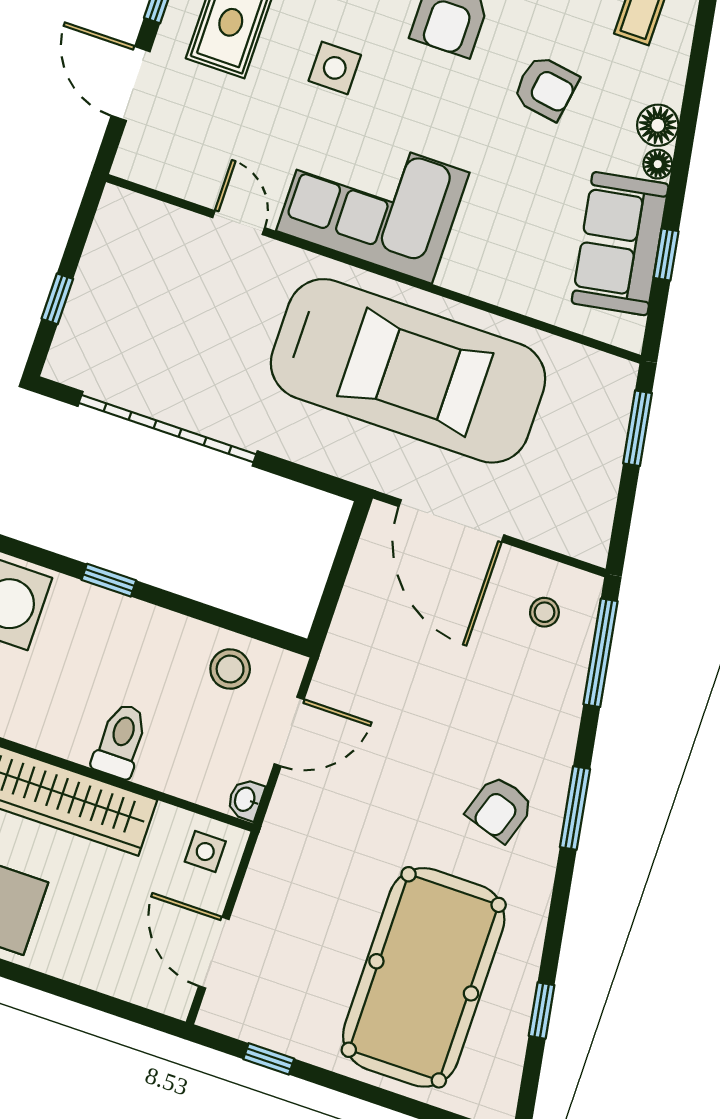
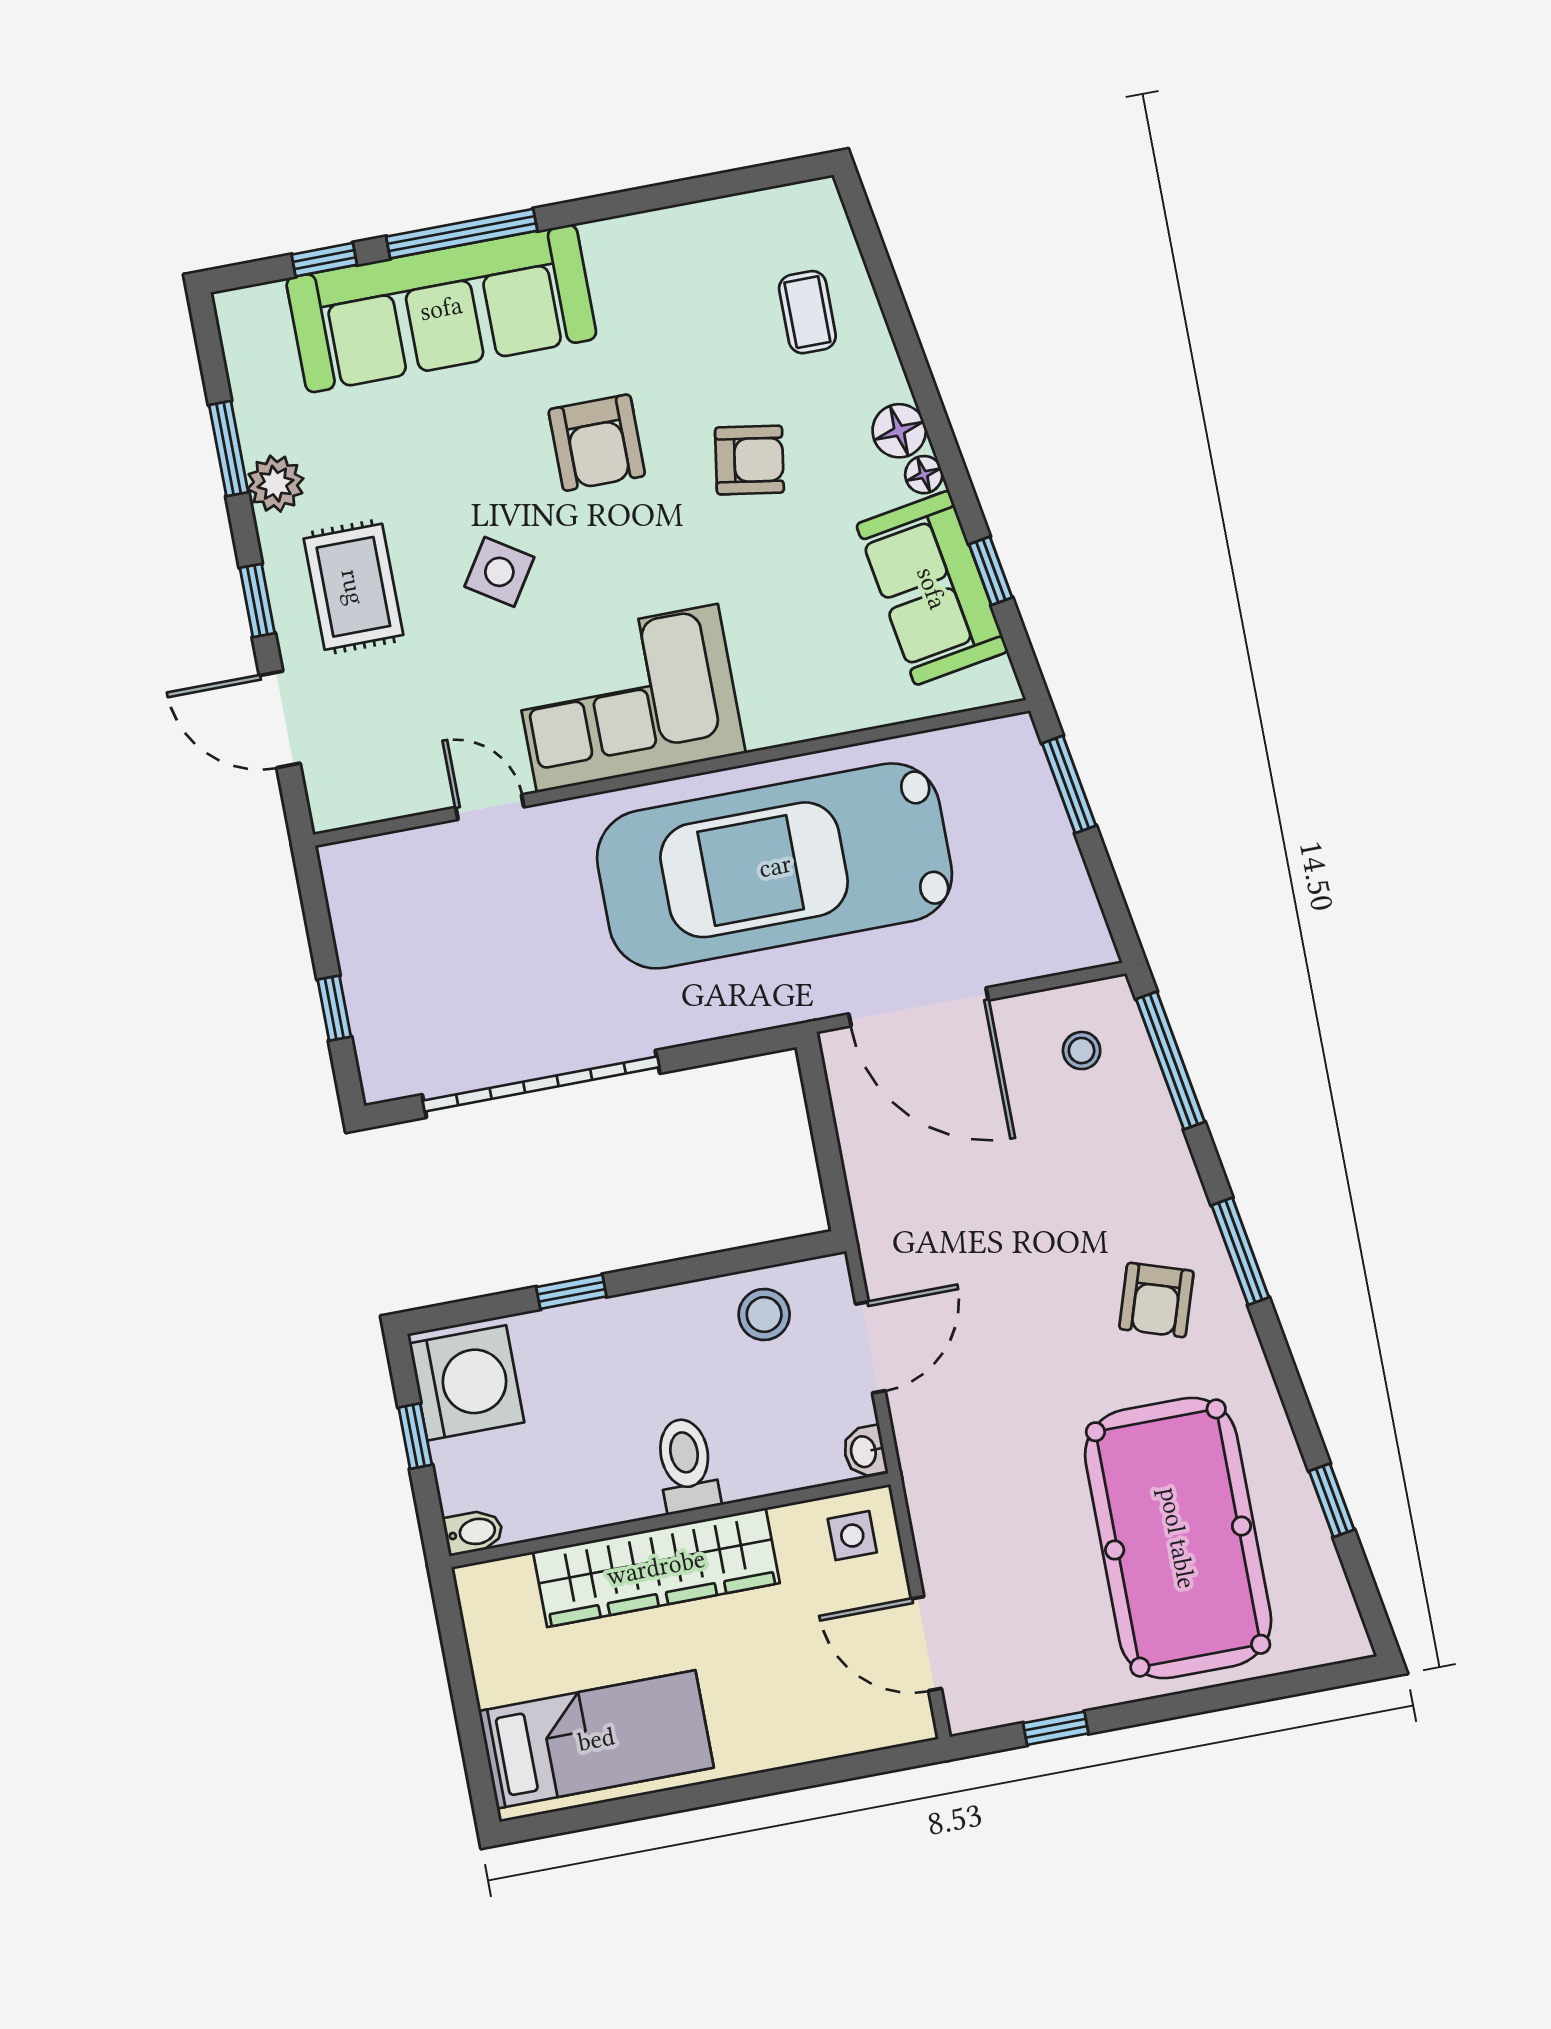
side table: (335, 68) -> (499, 572), turned 33
car: (408, 371) -> (775, 866), turned 180

